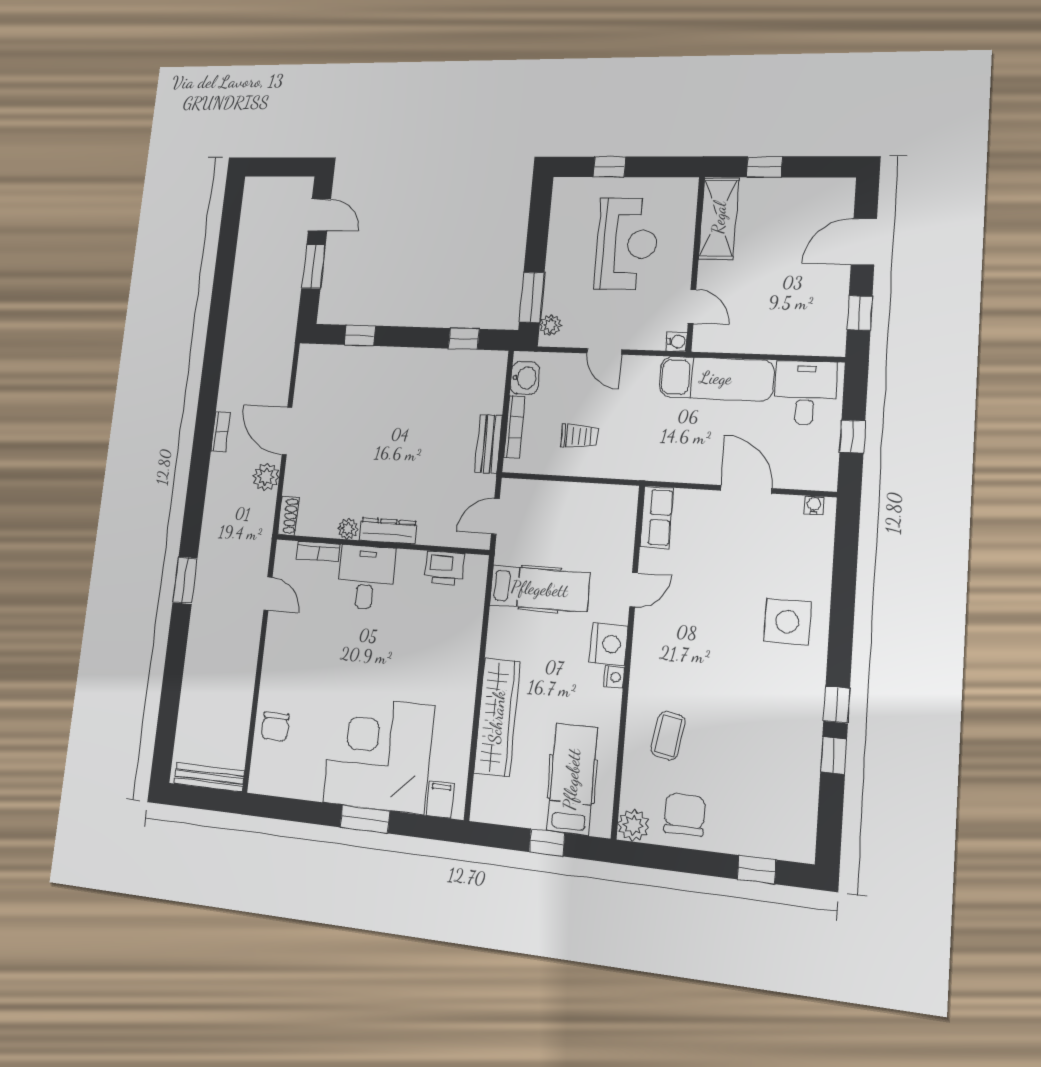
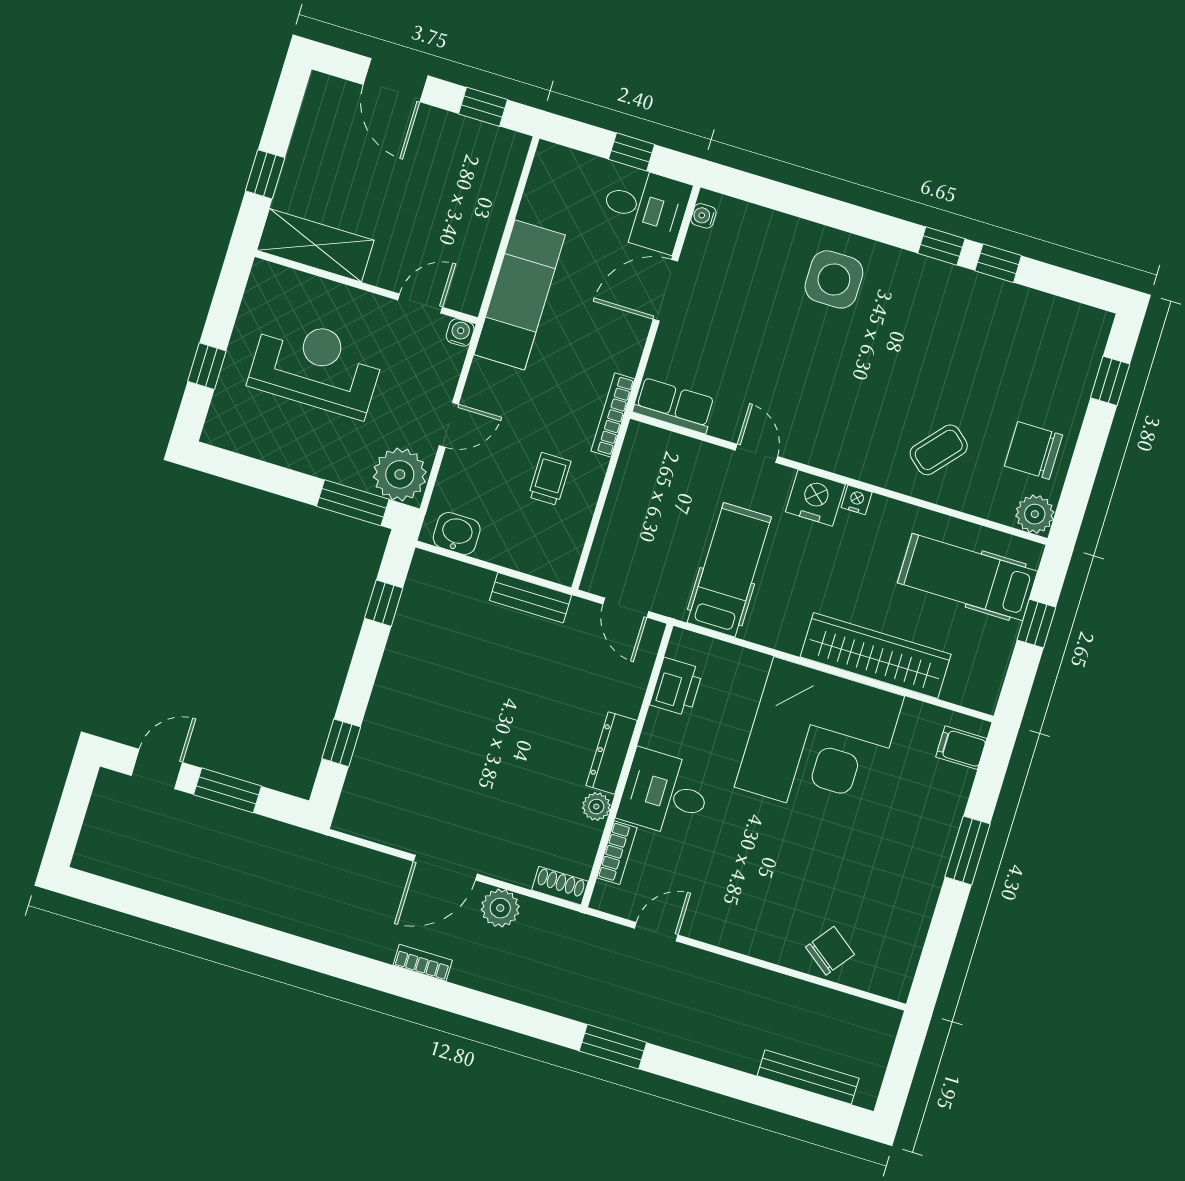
plant: (550, 325) -> (400, 474), width x1.88, depth x1.88
desk: (806, 393) -> (645, 209), moved, turned 180
bookcase: (514, 427) -> (613, 415), moved, turned -90
chair: (275, 727) -> (830, 951), turned -53
coffee table: (668, 736) -> (939, 450), turned -58
corner desk: (378, 754) -> (819, 742), moved, turned -90
bench: (209, 777) -> (808, 1077), moved, turned 90

